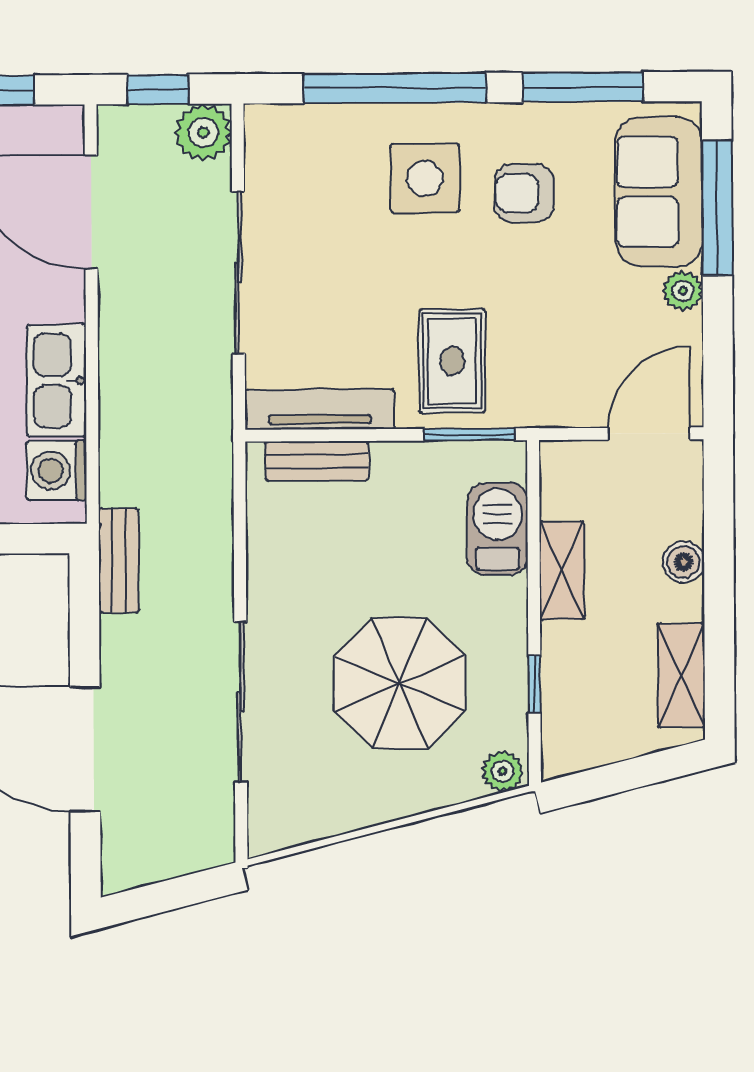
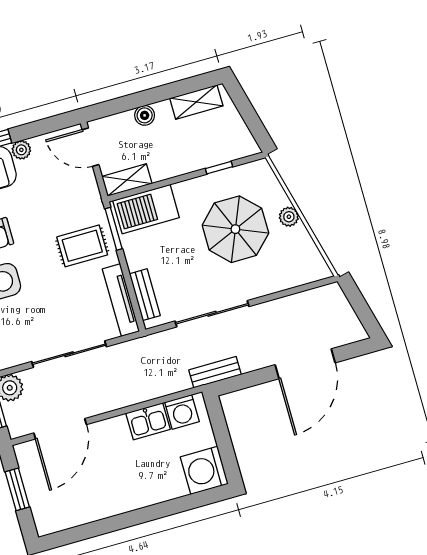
kitchen sink: (57, 381) -> (148, 421), width x0.73
barbecue: (498, 529) -> (146, 209), width x1.37, depth x1.21
shelving: (562, 570) -> (127, 180), moved
sliding door: (241, 702) -> (212, 314), moved
plant: (503, 771) -> (289, 217), moved

